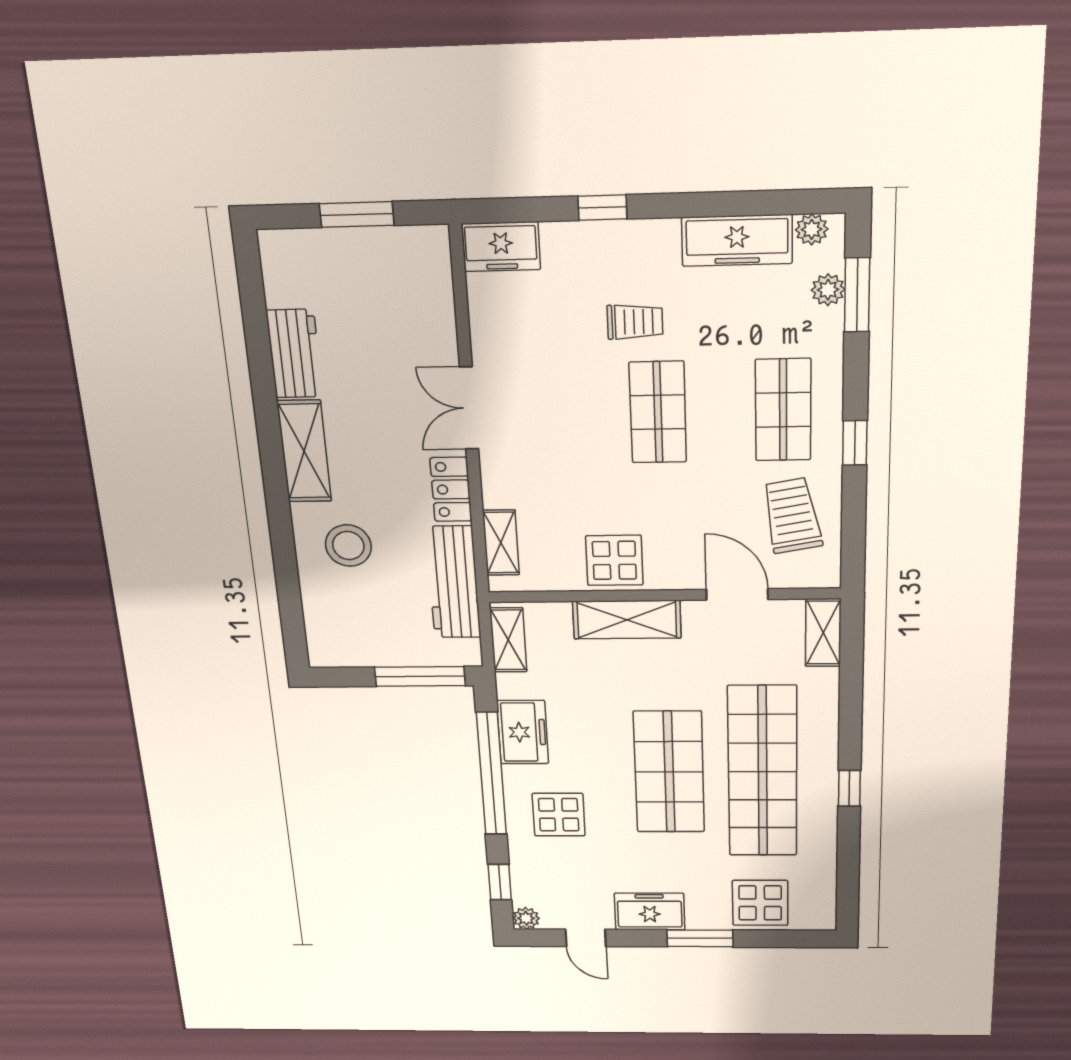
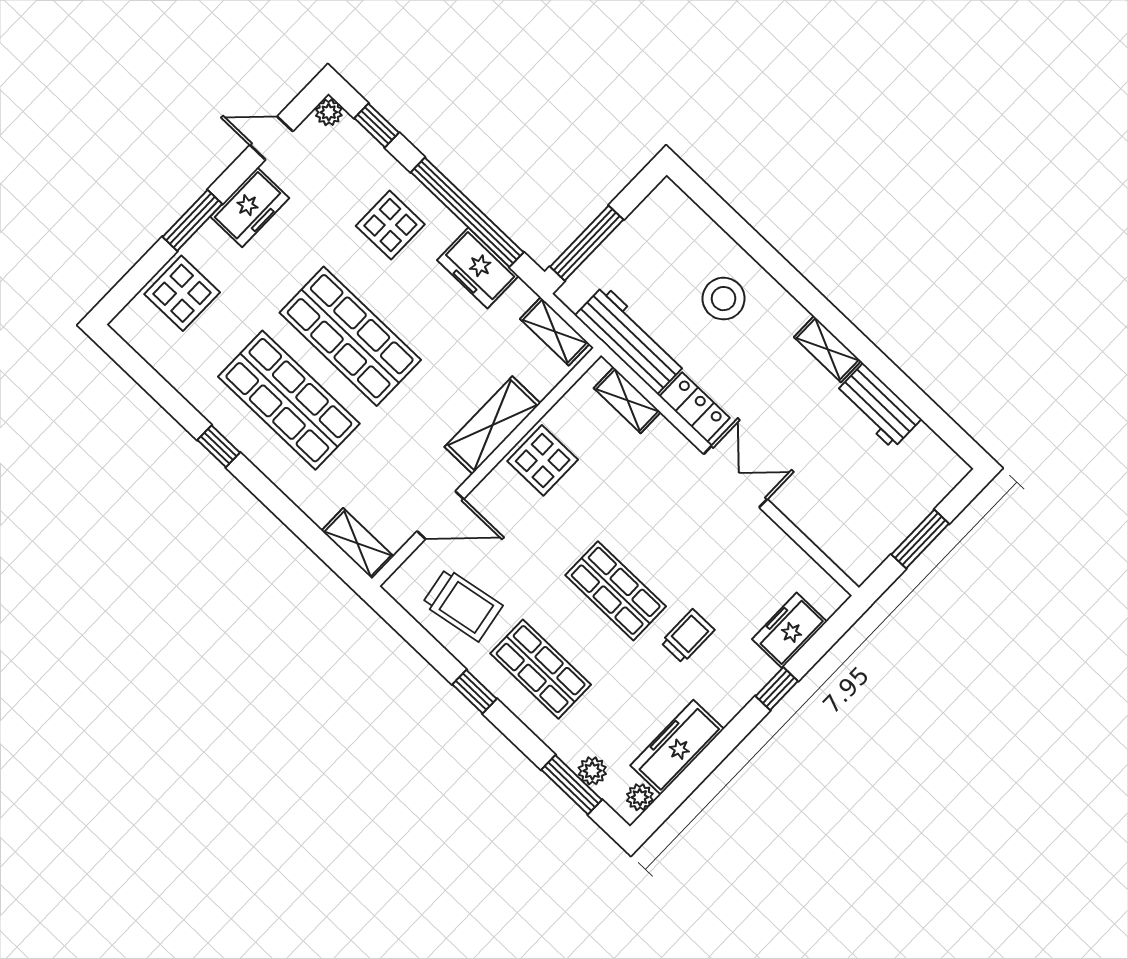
freezer: (501, 247) -> (789, 630), moved
trolley: (635, 322) -> (688, 636), turned 180
shelving: (304, 451) -> (828, 349), width x0.67, depth x0.75
shop shelf: (763, 772) -> (289, 400), width x0.71

